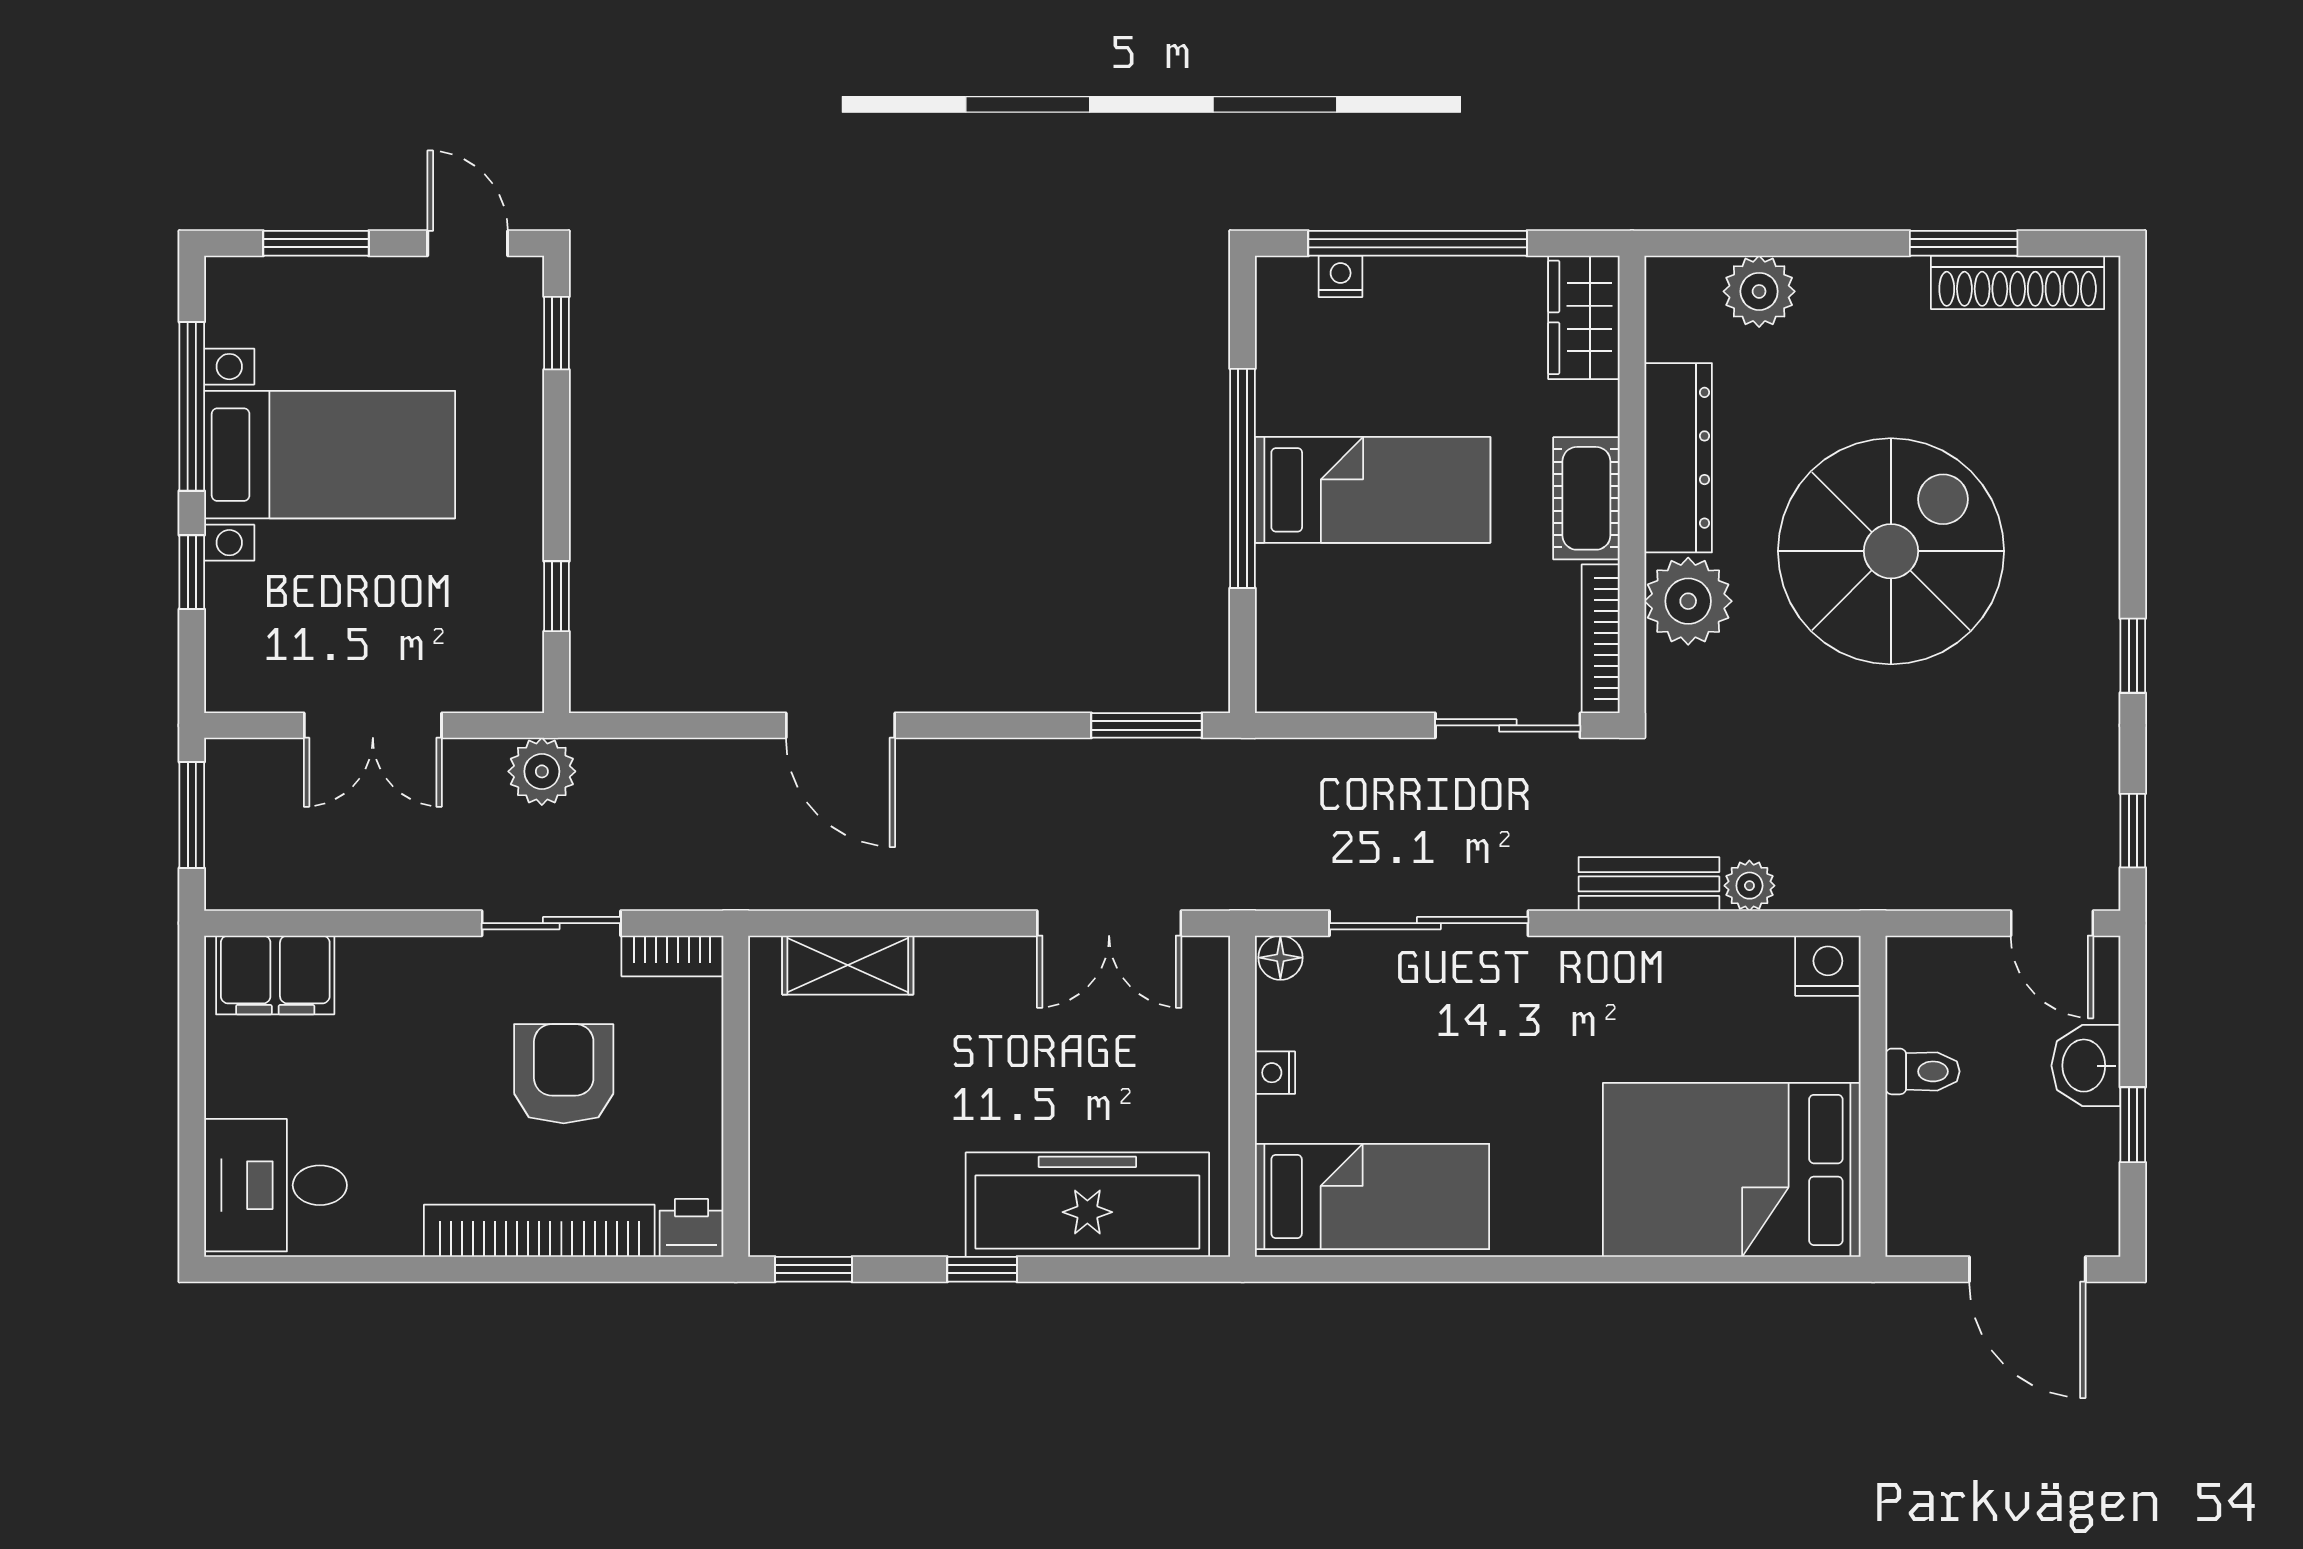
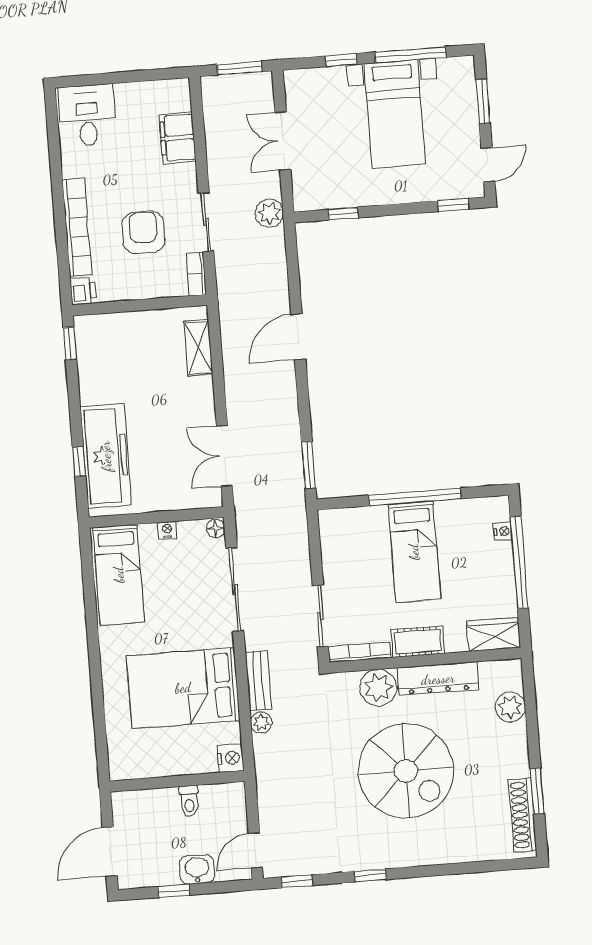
filing cabinet: (275, 975) -> (178, 138), moved
armchair: (564, 1074) -> (143, 232), turned -90
bed: (1732, 1170) -> (183, 688), moved, turned -90
window: (982, 1269) -> (79, 462), moved

